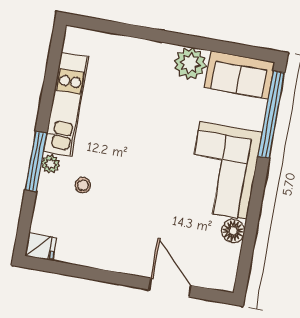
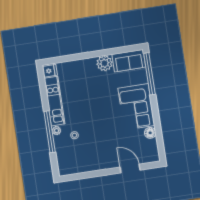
window: (36, 161) -> (50, 132), width x1.46
fridge: (41, 247) -> (50, 71), moved

